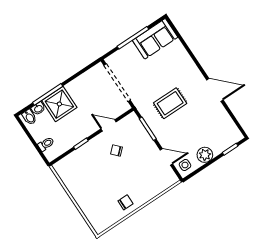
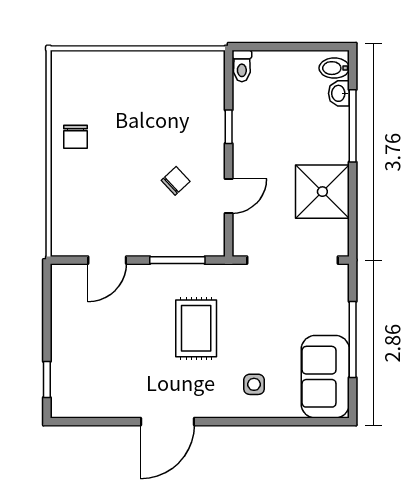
shower: (59, 104) -> (322, 192), moved
toilet: (46, 144) -> (242, 66), moved
plant: (205, 155) -> (66, 329), removed
side table: (185, 165) -> (254, 384), moved

